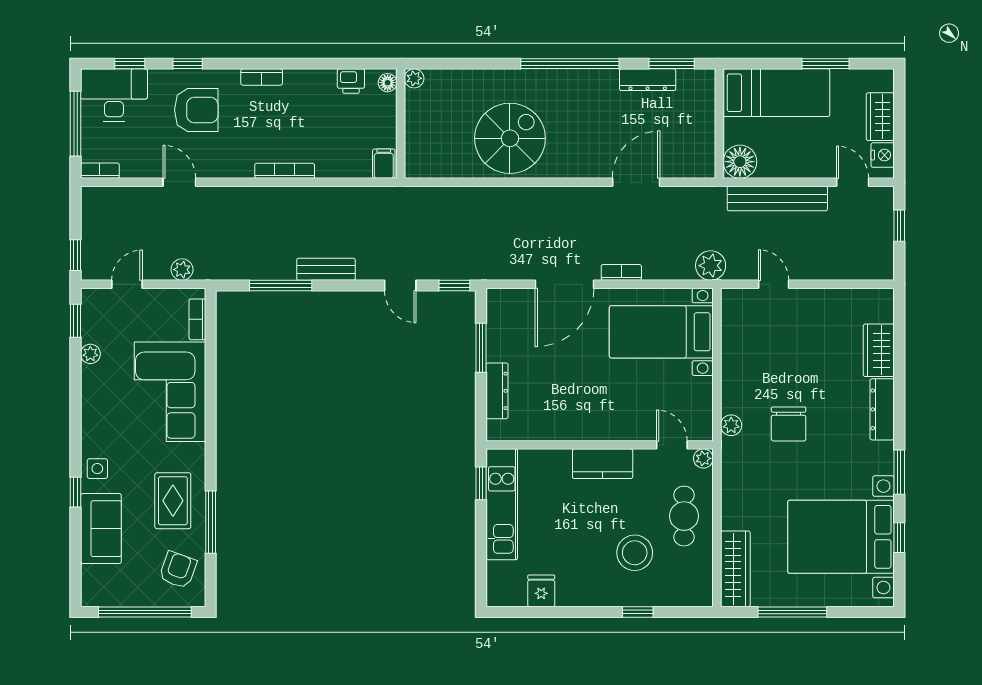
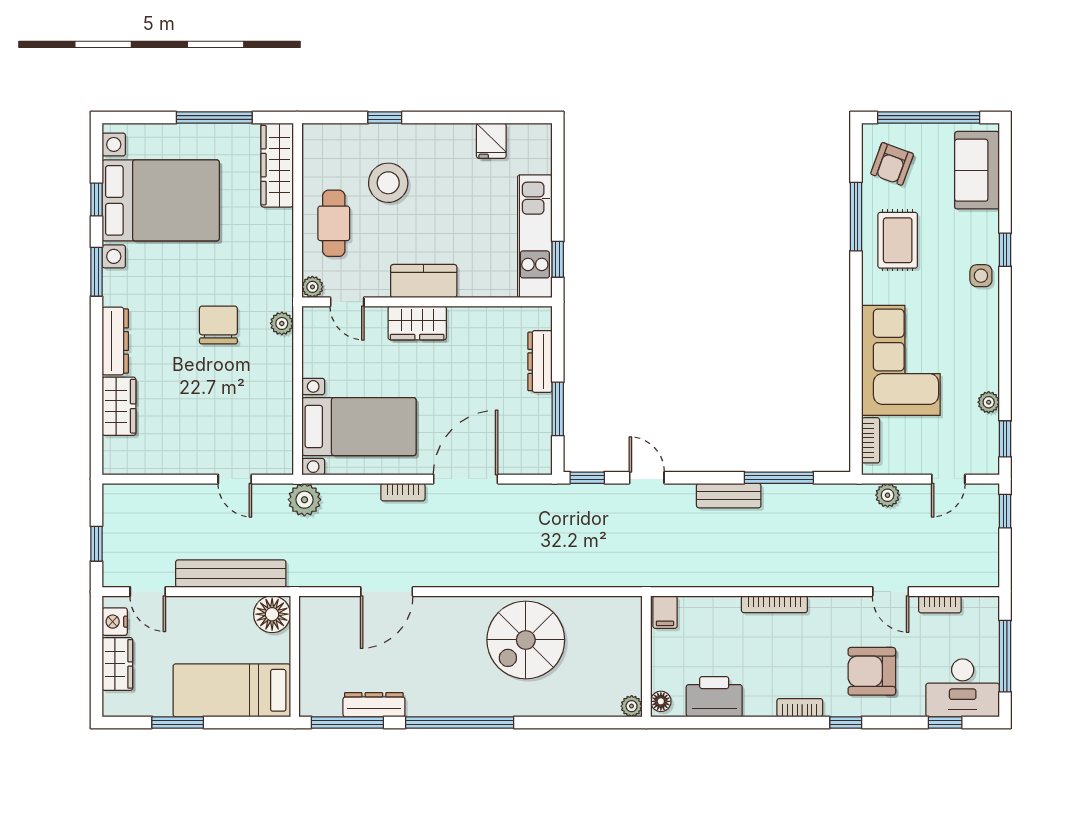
window: (188, 64) -> (846, 722), moved
window: (672, 64) -> (347, 722), width x1.44
printer: (351, 81) -> (714, 697), width x1.87, depth x1.48
bookcase: (100, 171) -> (940, 604), moved
wardrobe: (608, 426) -> (417, 323), added
sofa: (101, 529) -> (977, 170), moved

